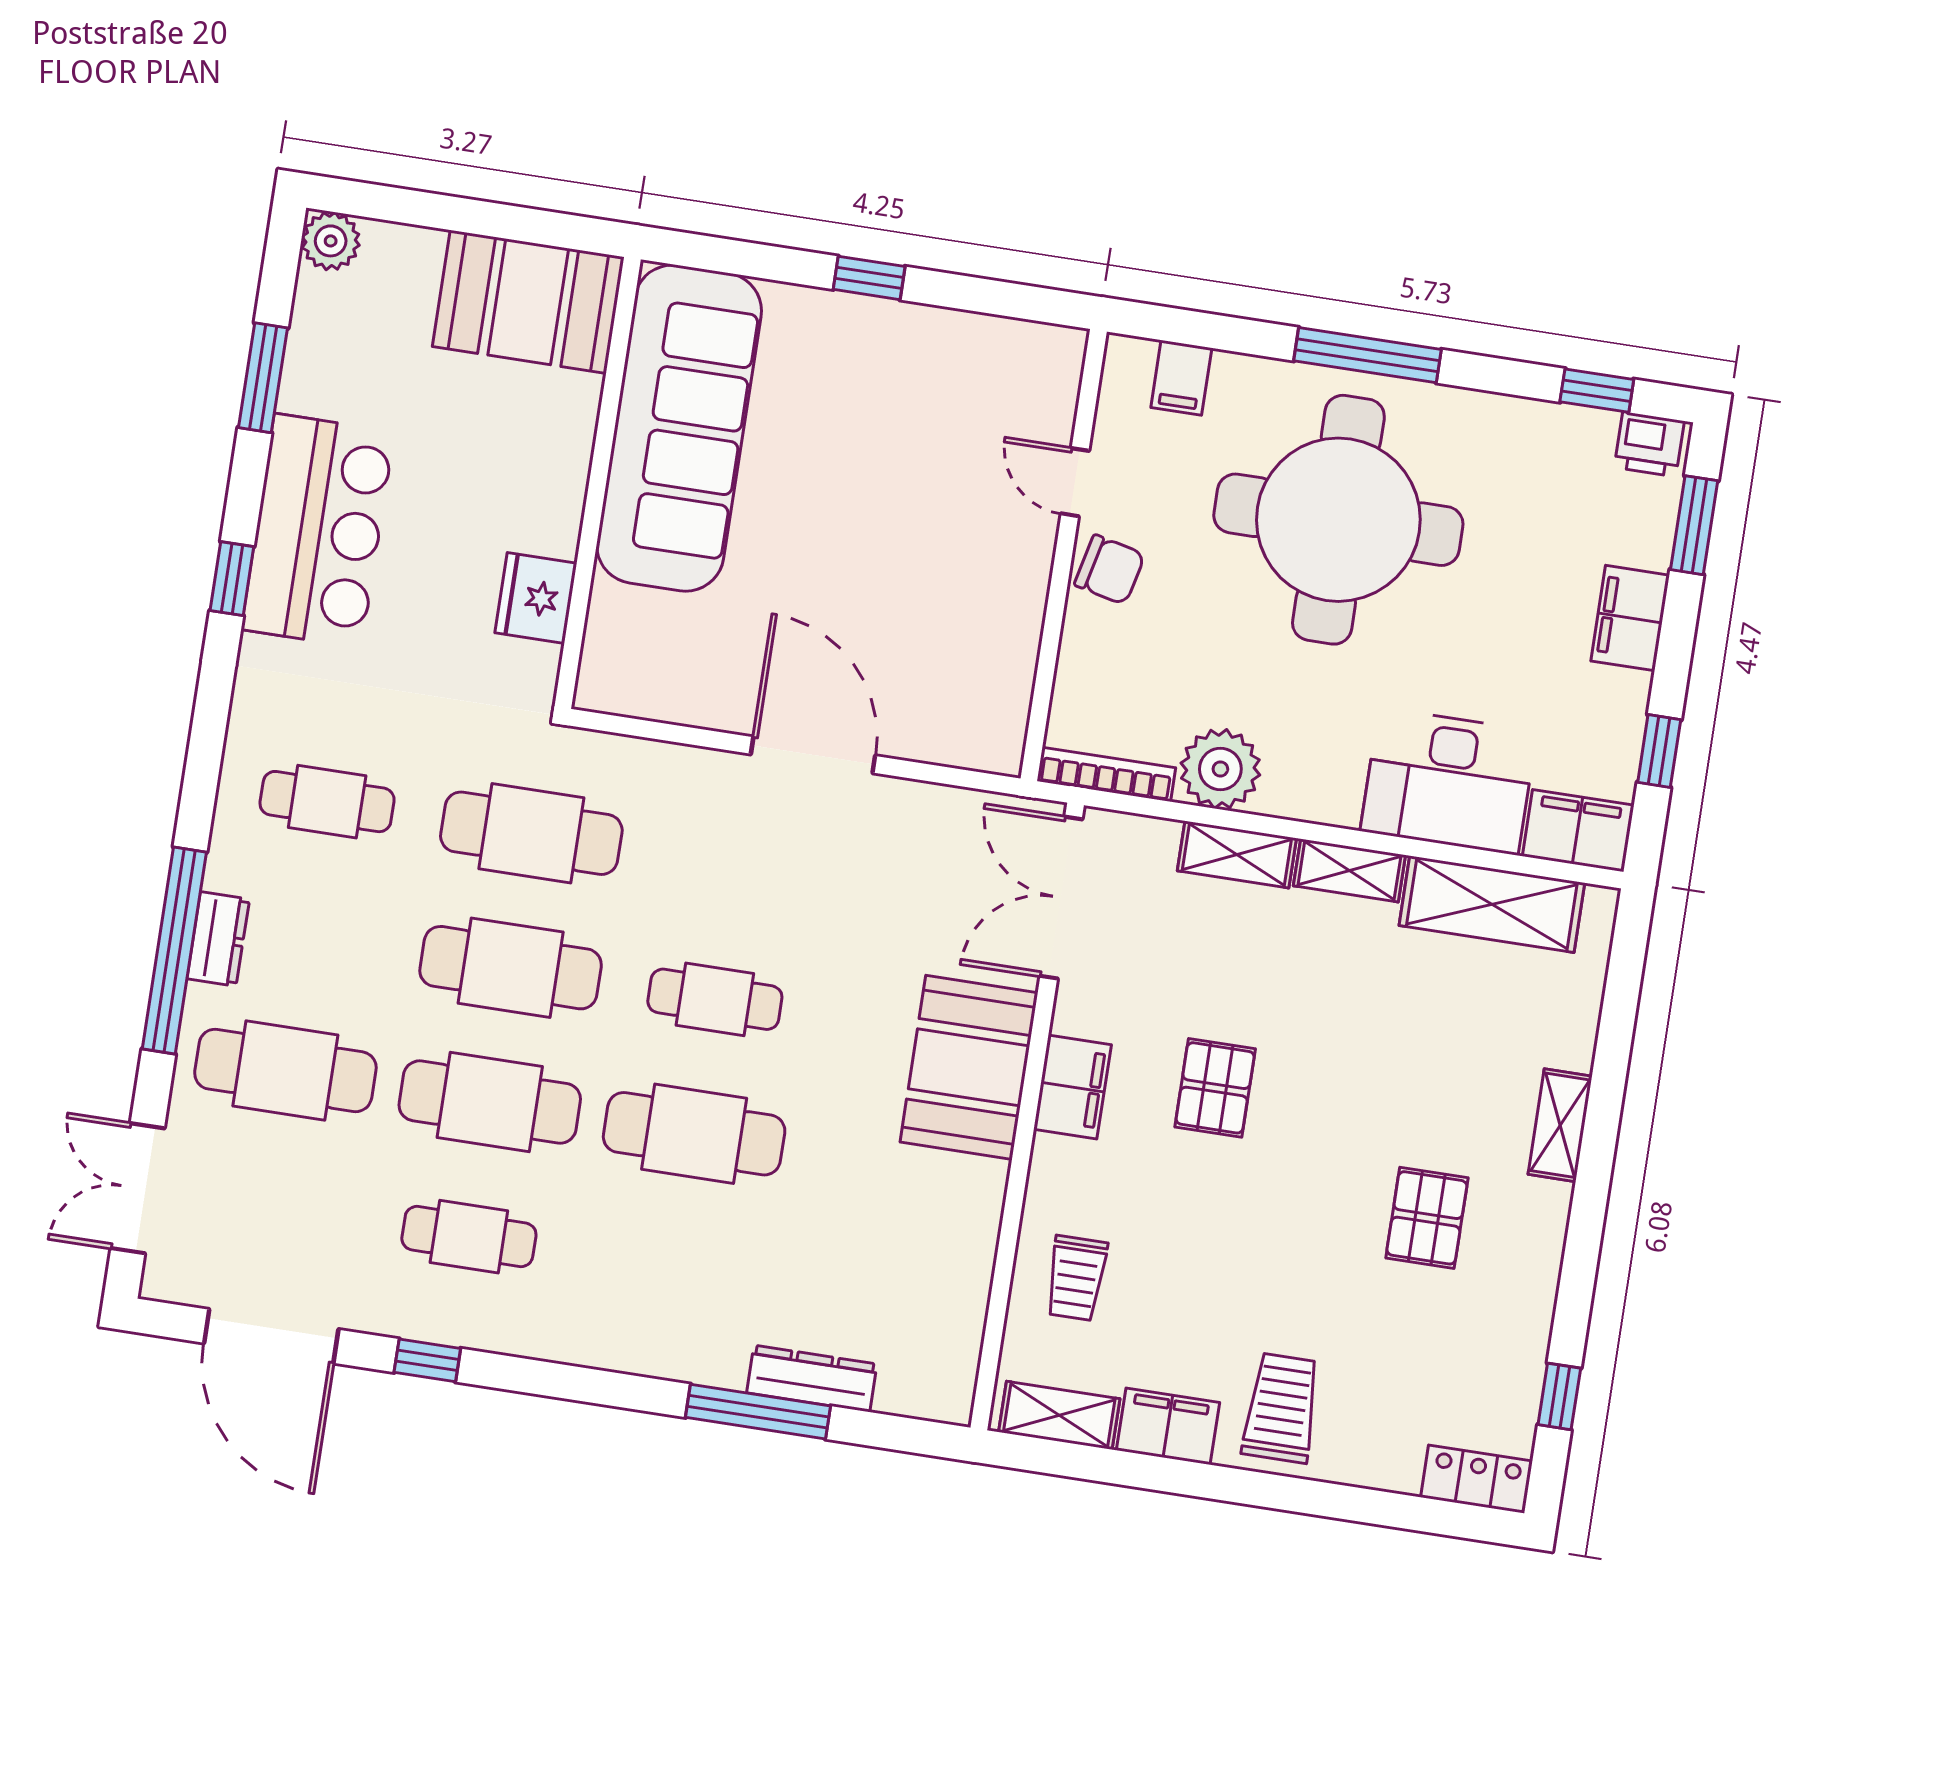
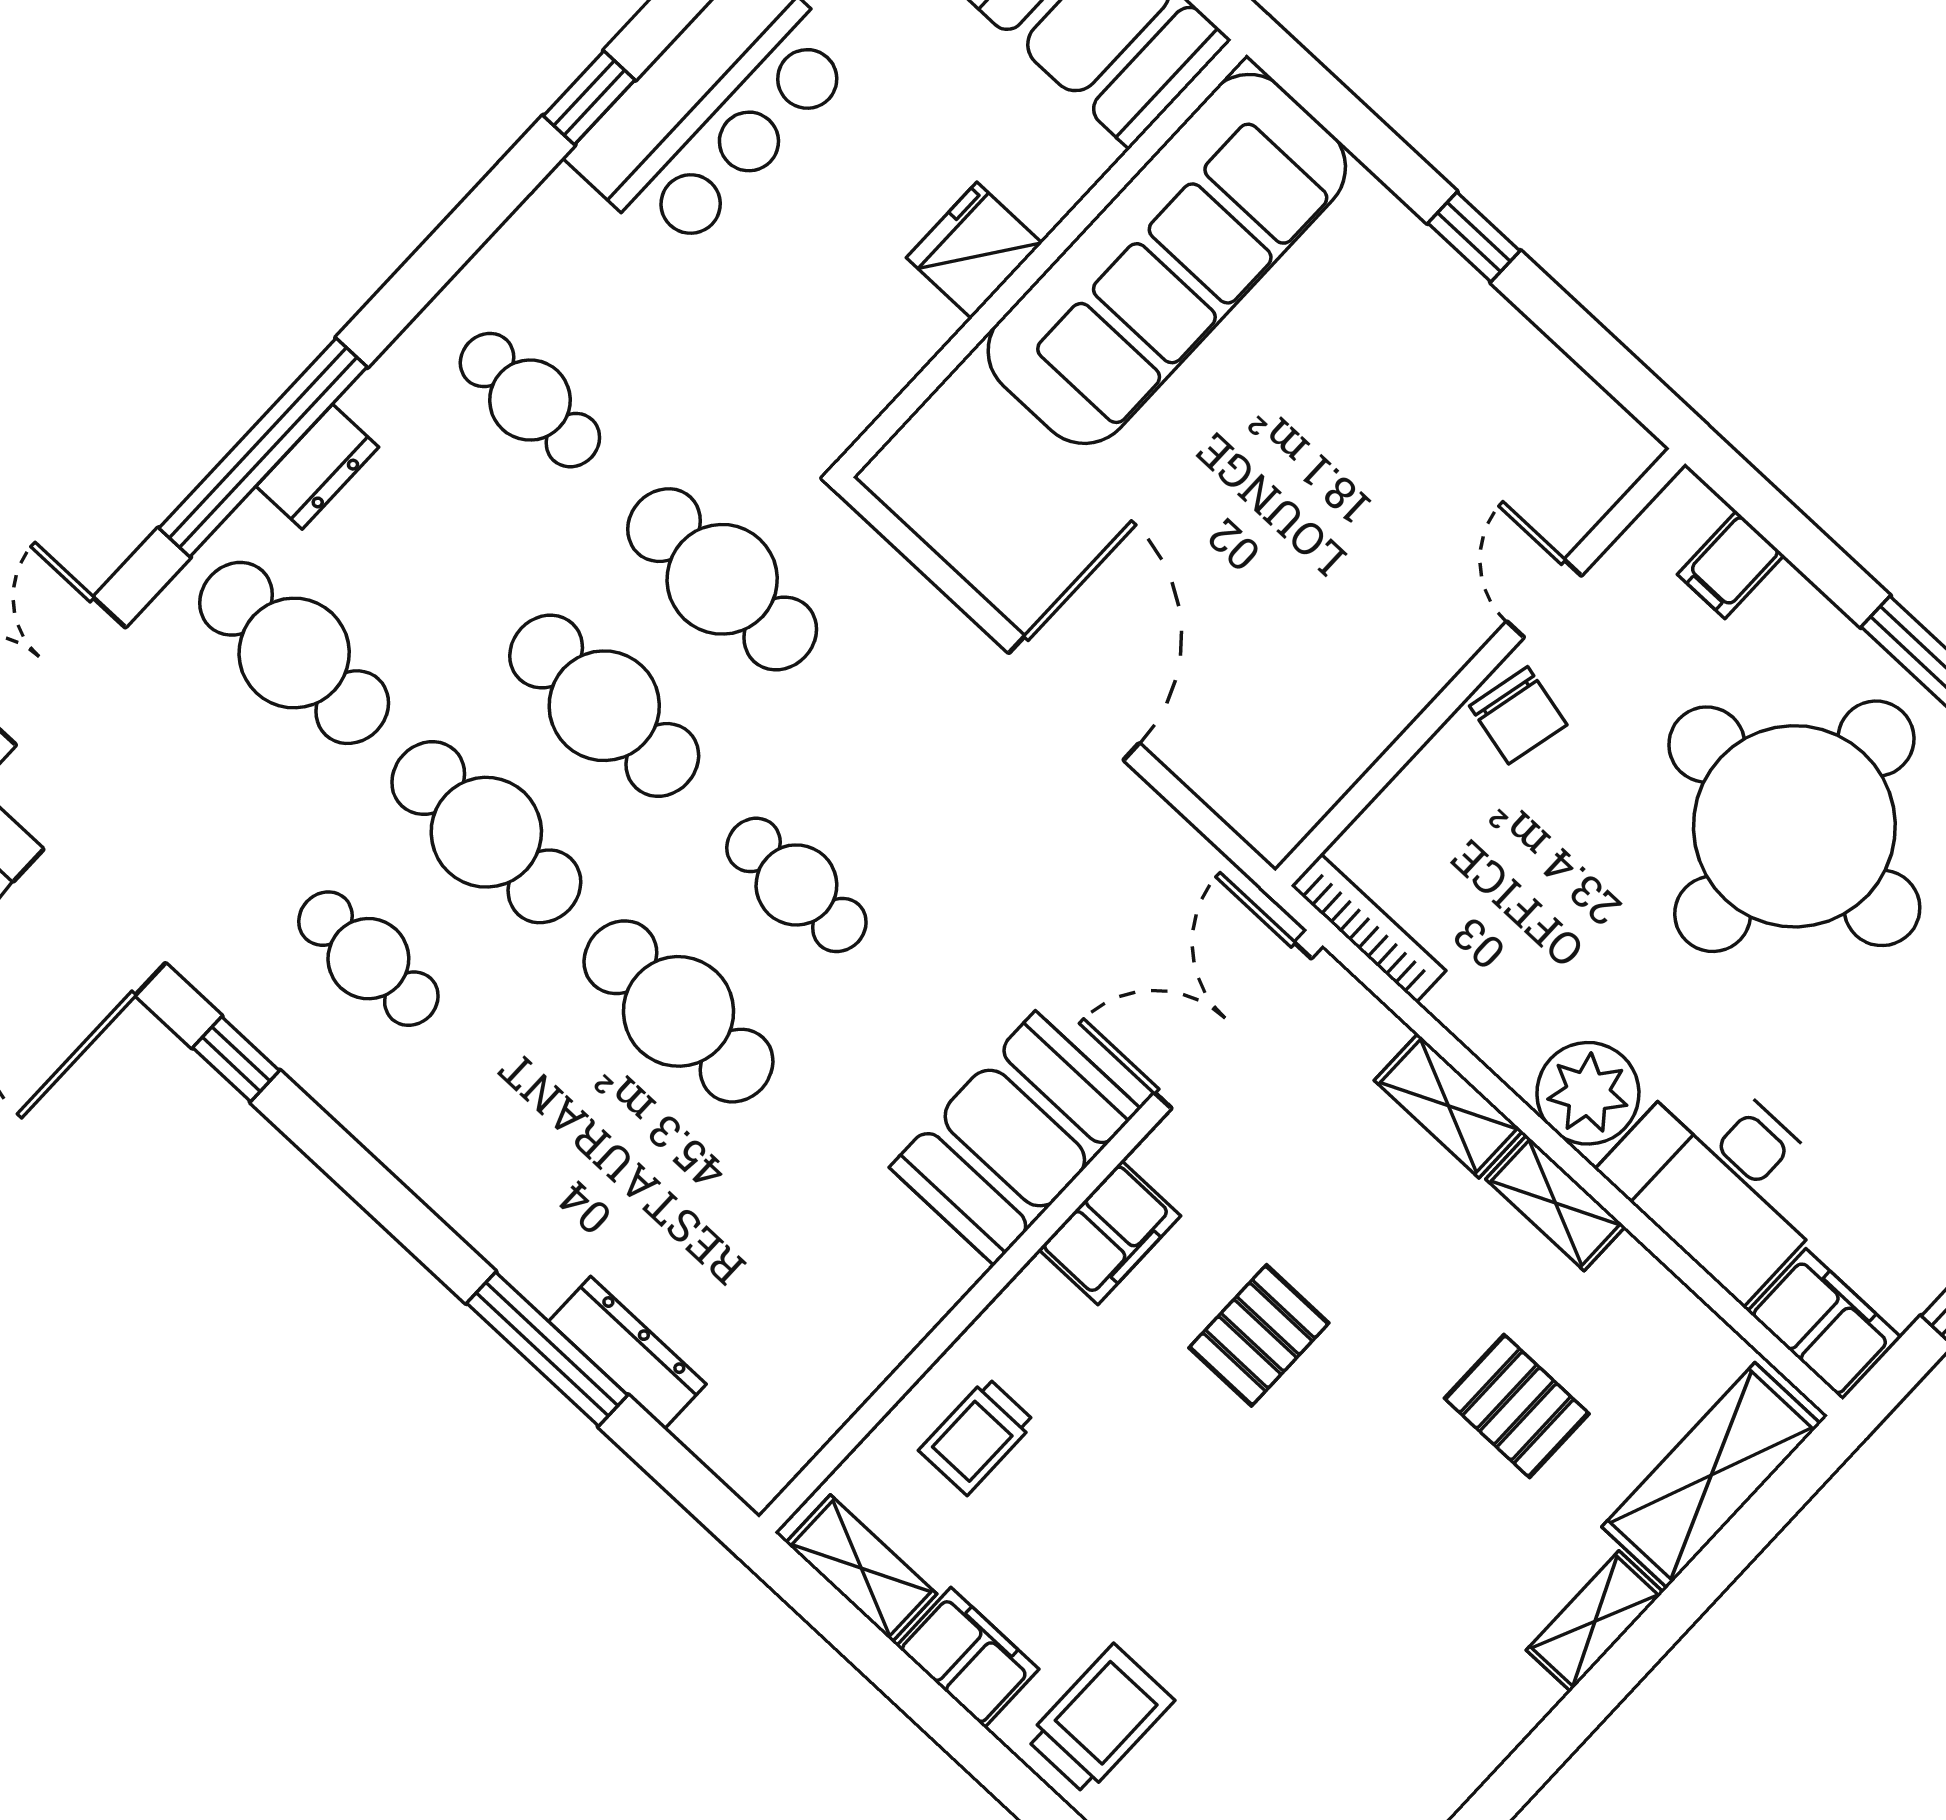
fridge: (536, 598) -> (974, 250), moved
plant: (1220, 769) -> (1588, 1093), moved
shelving: (1492, 904) -> (1711, 1475), moved, turned 90
pallet: (1427, 1218) -> (1517, 1406), moved, turned 90

